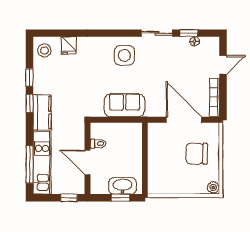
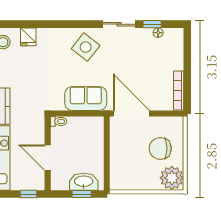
side table: (124, 55) -> (86, 47), turned 38
door: (223, 65) -> (187, 57), removed
door: (184, 120) -> (131, 114), moved
toilet: (98, 144) -> (59, 121), moved
plant: (213, 187) -> (172, 178), width x1.87, depth x1.87

